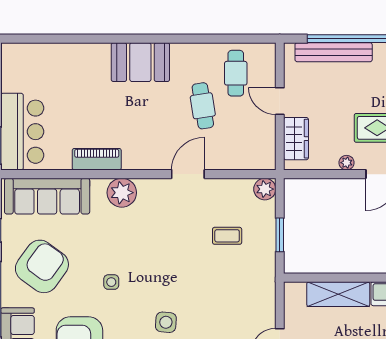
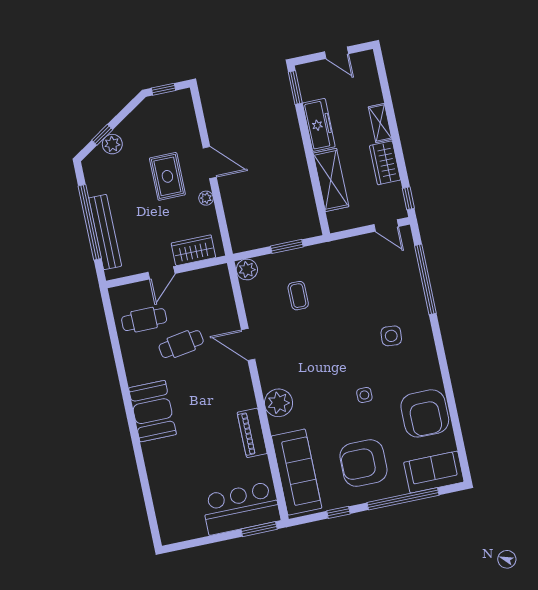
armchair: (42, 266) -> (363, 463), turned -36

